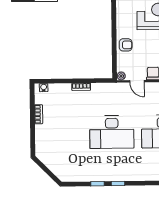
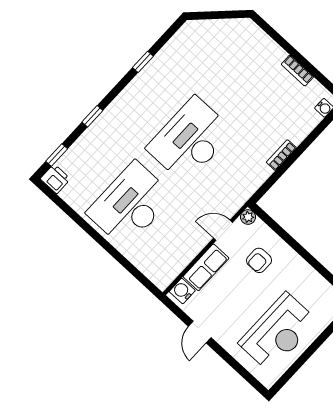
armchair: (126, 45) -> (259, 260), moved
window: (118, 184) -> (92, 116), moved

